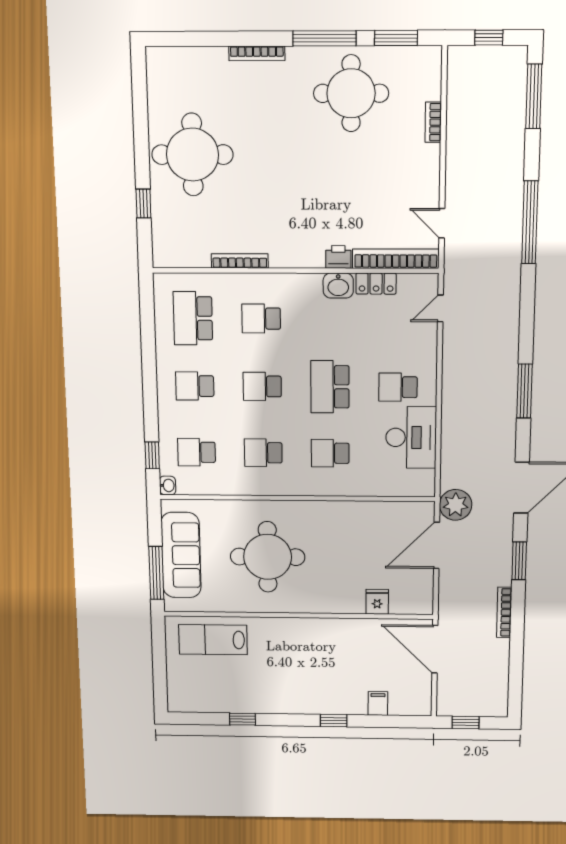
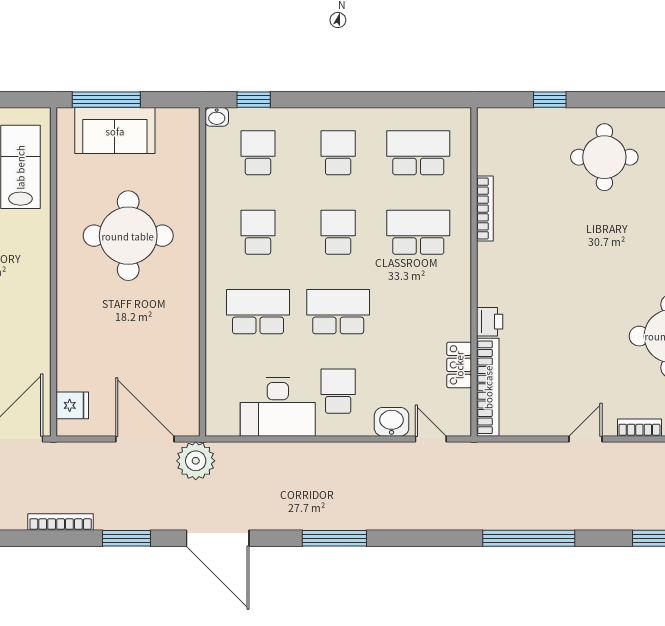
round table: (192, 155) -> (604, 157), width x0.73, depth x0.73
door: (442, 223) -> (585, 439), moved
washbasin: (338, 286) -> (392, 422), moved, turned 90
school desk: (261, 319) -> (418, 232), width x1.85
school desk: (330, 453) -> (258, 312), width x1.85
sofa: (181, 555) -> (115, 131), width x0.73
fridge: (377, 602) -> (72, 405), moved

